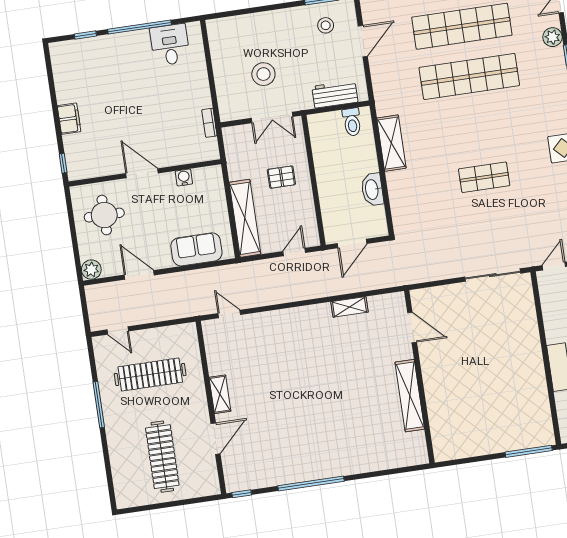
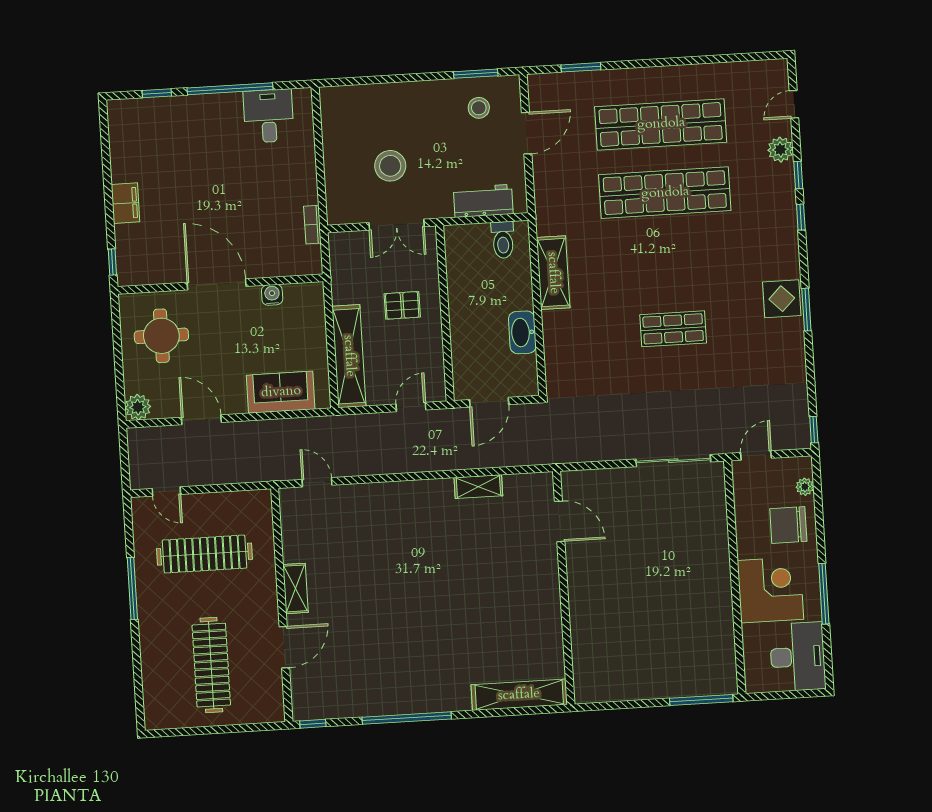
door: (142, 173) -> (217, 284), width x1.36
shelving: (410, 396) -> (519, 695), moved, turned 90

